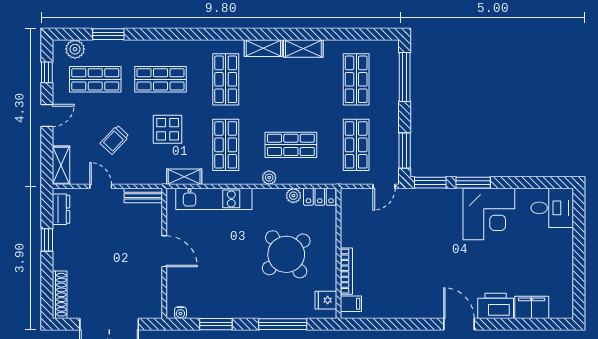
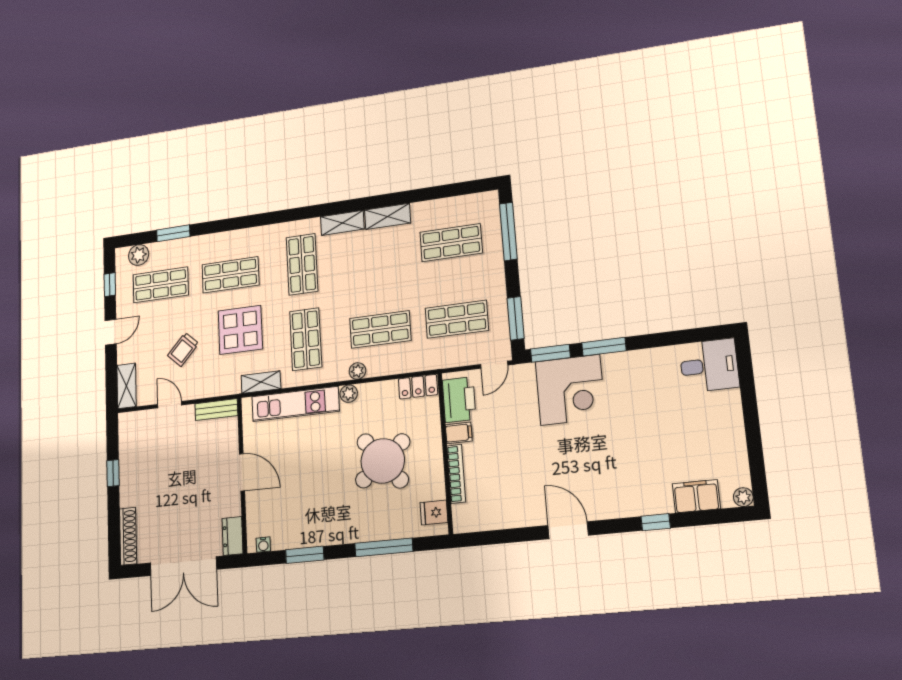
shop shelf: (356, 79) -> (451, 243), turned 90
display table: (168, 129) -> (240, 330), width x1.36, depth x1.36
shop shelf: (356, 145) -> (457, 319), turned 90
plant: (293, 196) -> (349, 394), moved
dresser: (61, 209) -> (232, 536), moved, turned 180
corner desk: (489, 214) -> (570, 390), moved
filing cabinet: (351, 304) -> (459, 433), moved
printer: (496, 306) -> (459, 400), moved, turned 90
plant: (566, 311) -> (743, 497), added
door: (459, 324) -> (568, 530), moved
window: (499, 324) -> (656, 522), added

